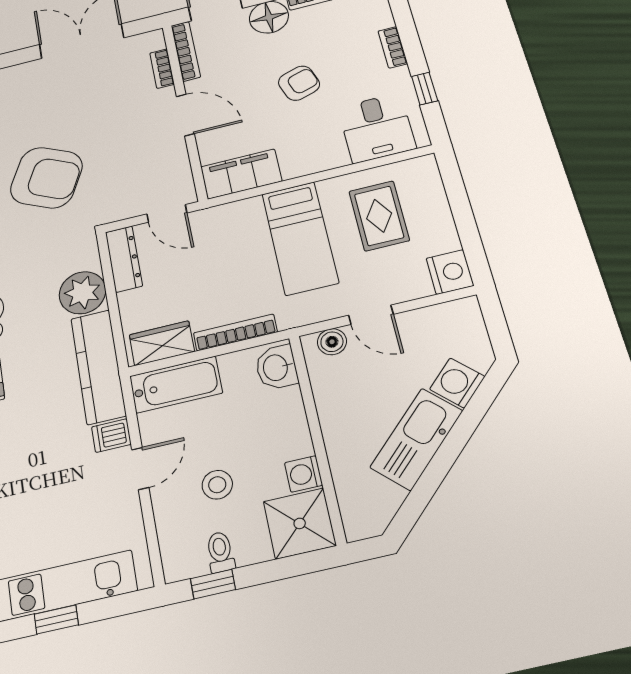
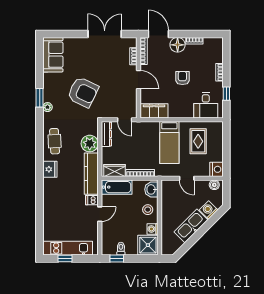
armchair: (299, 83) -> (182, 78), turned -72
boiler: (332, 342) -> (214, 185), moved
stool: (217, 485) -> (148, 210), moved

